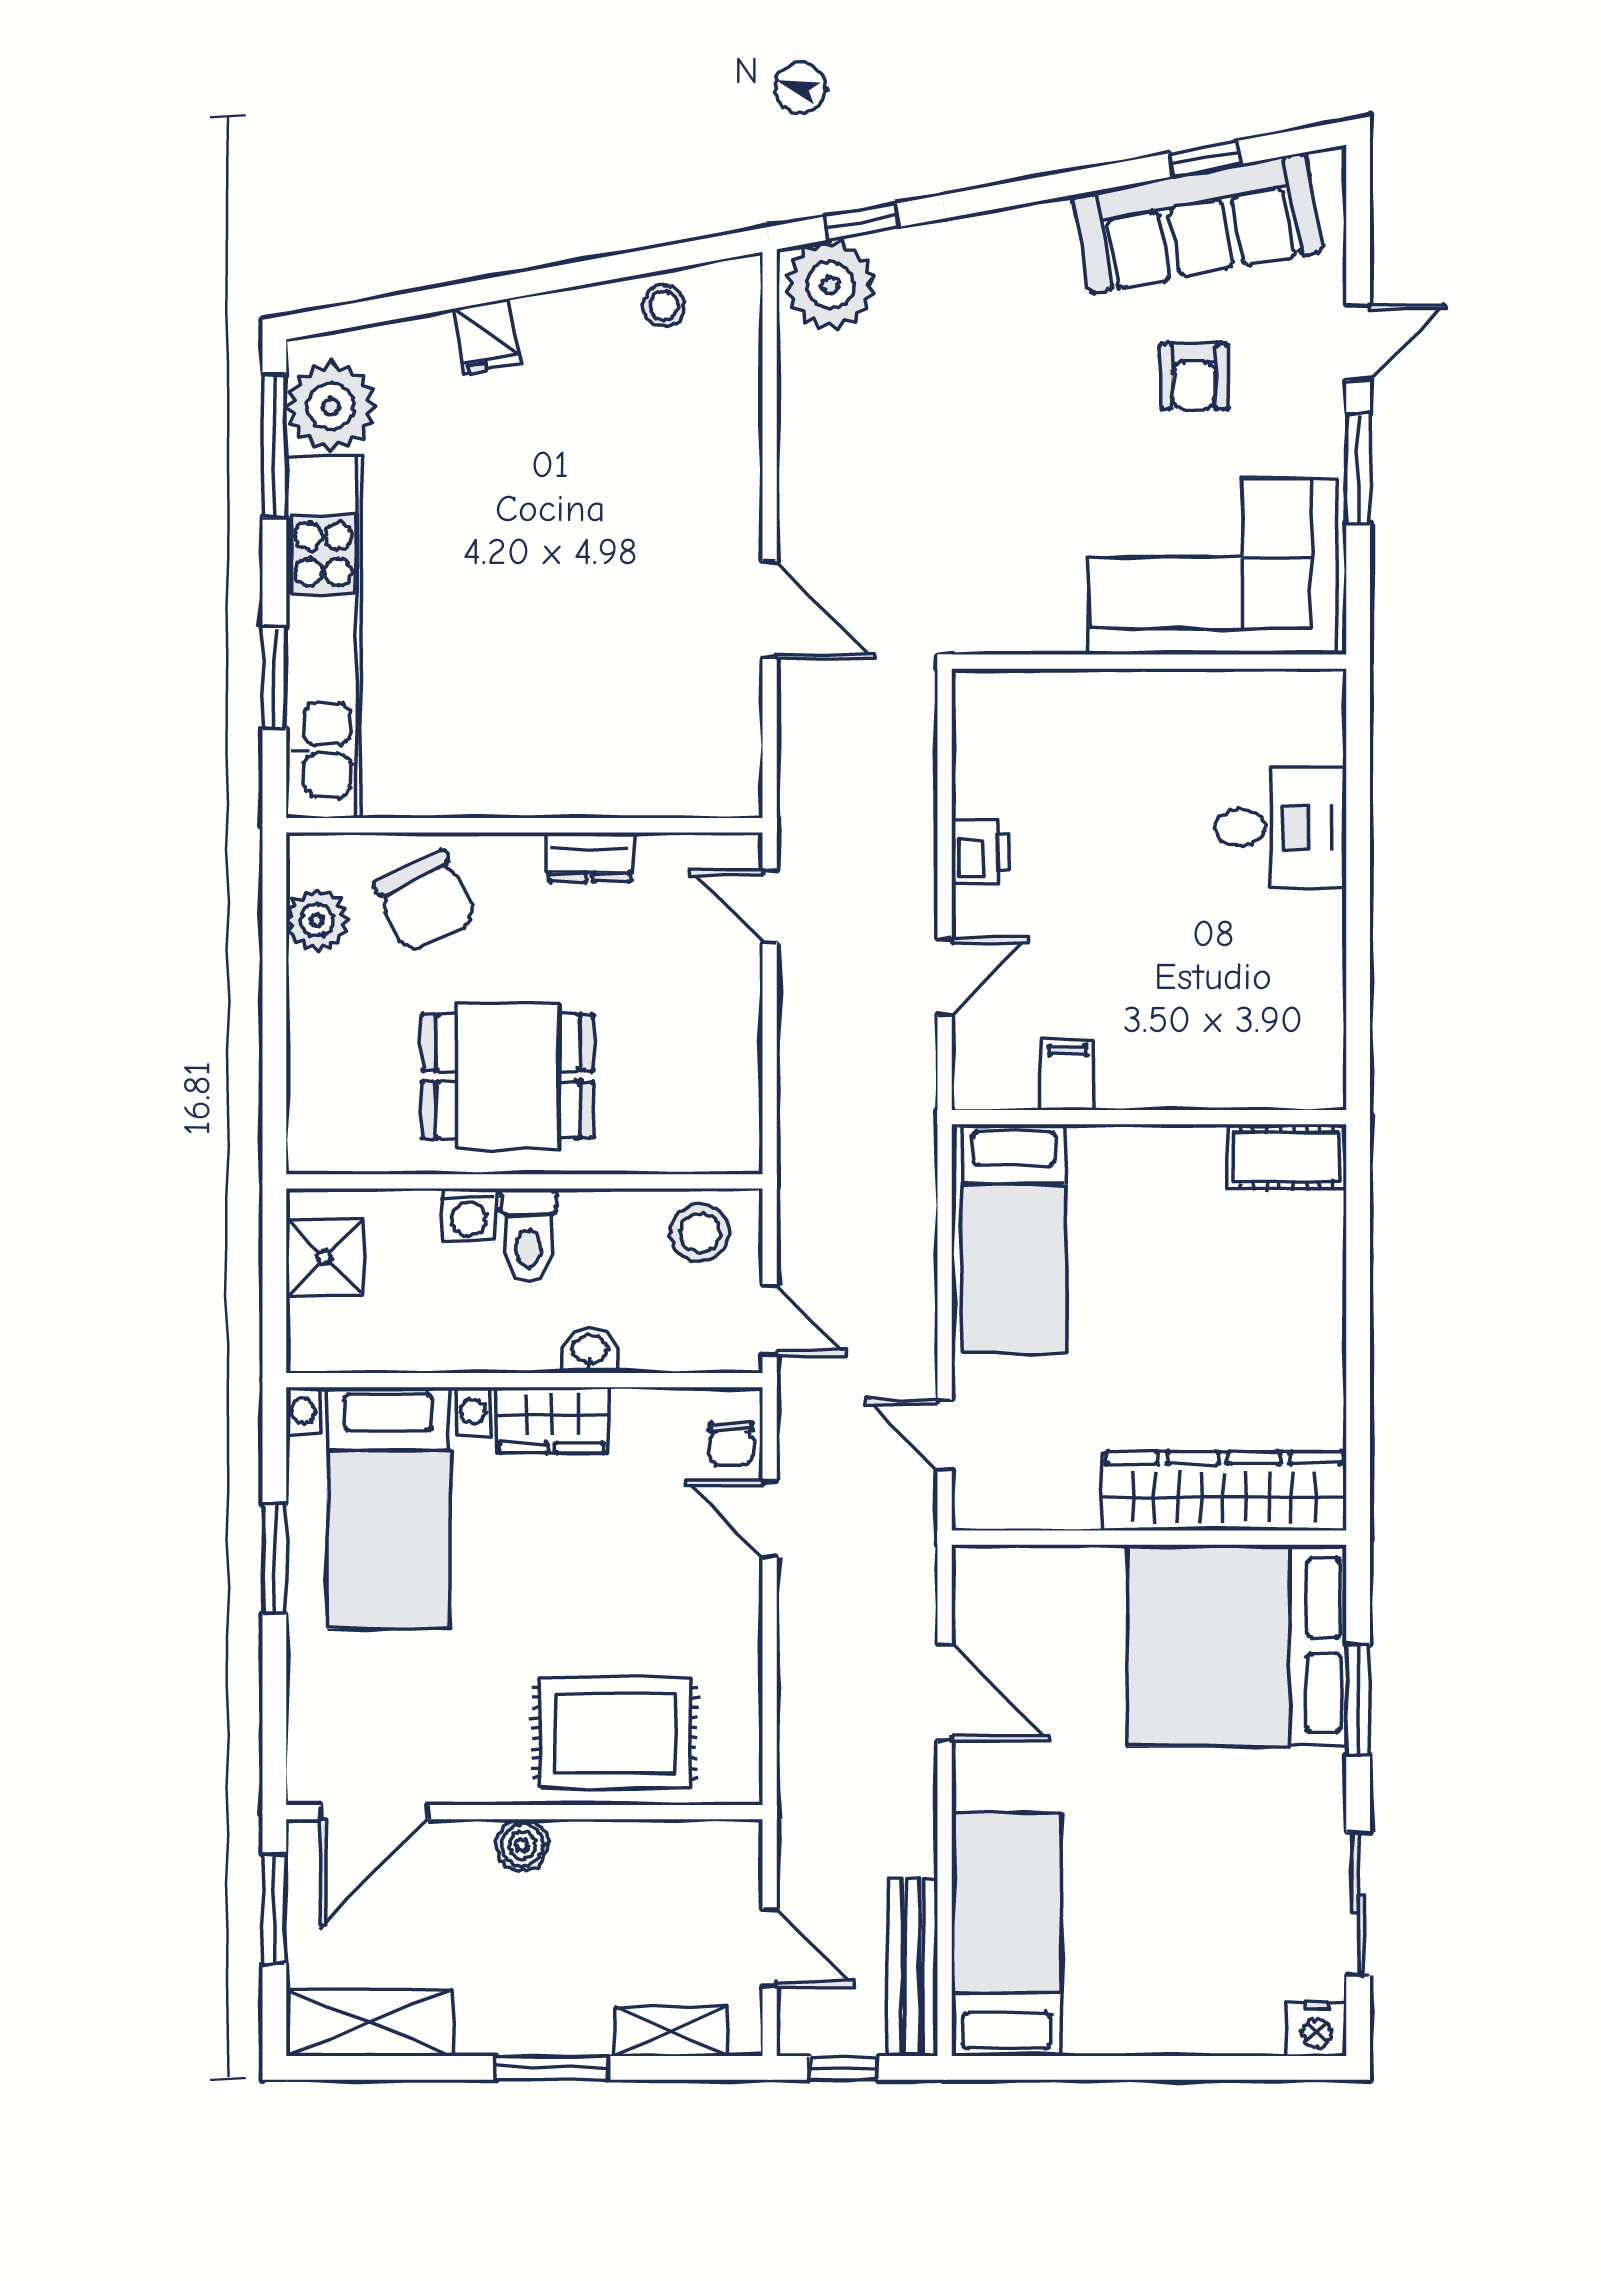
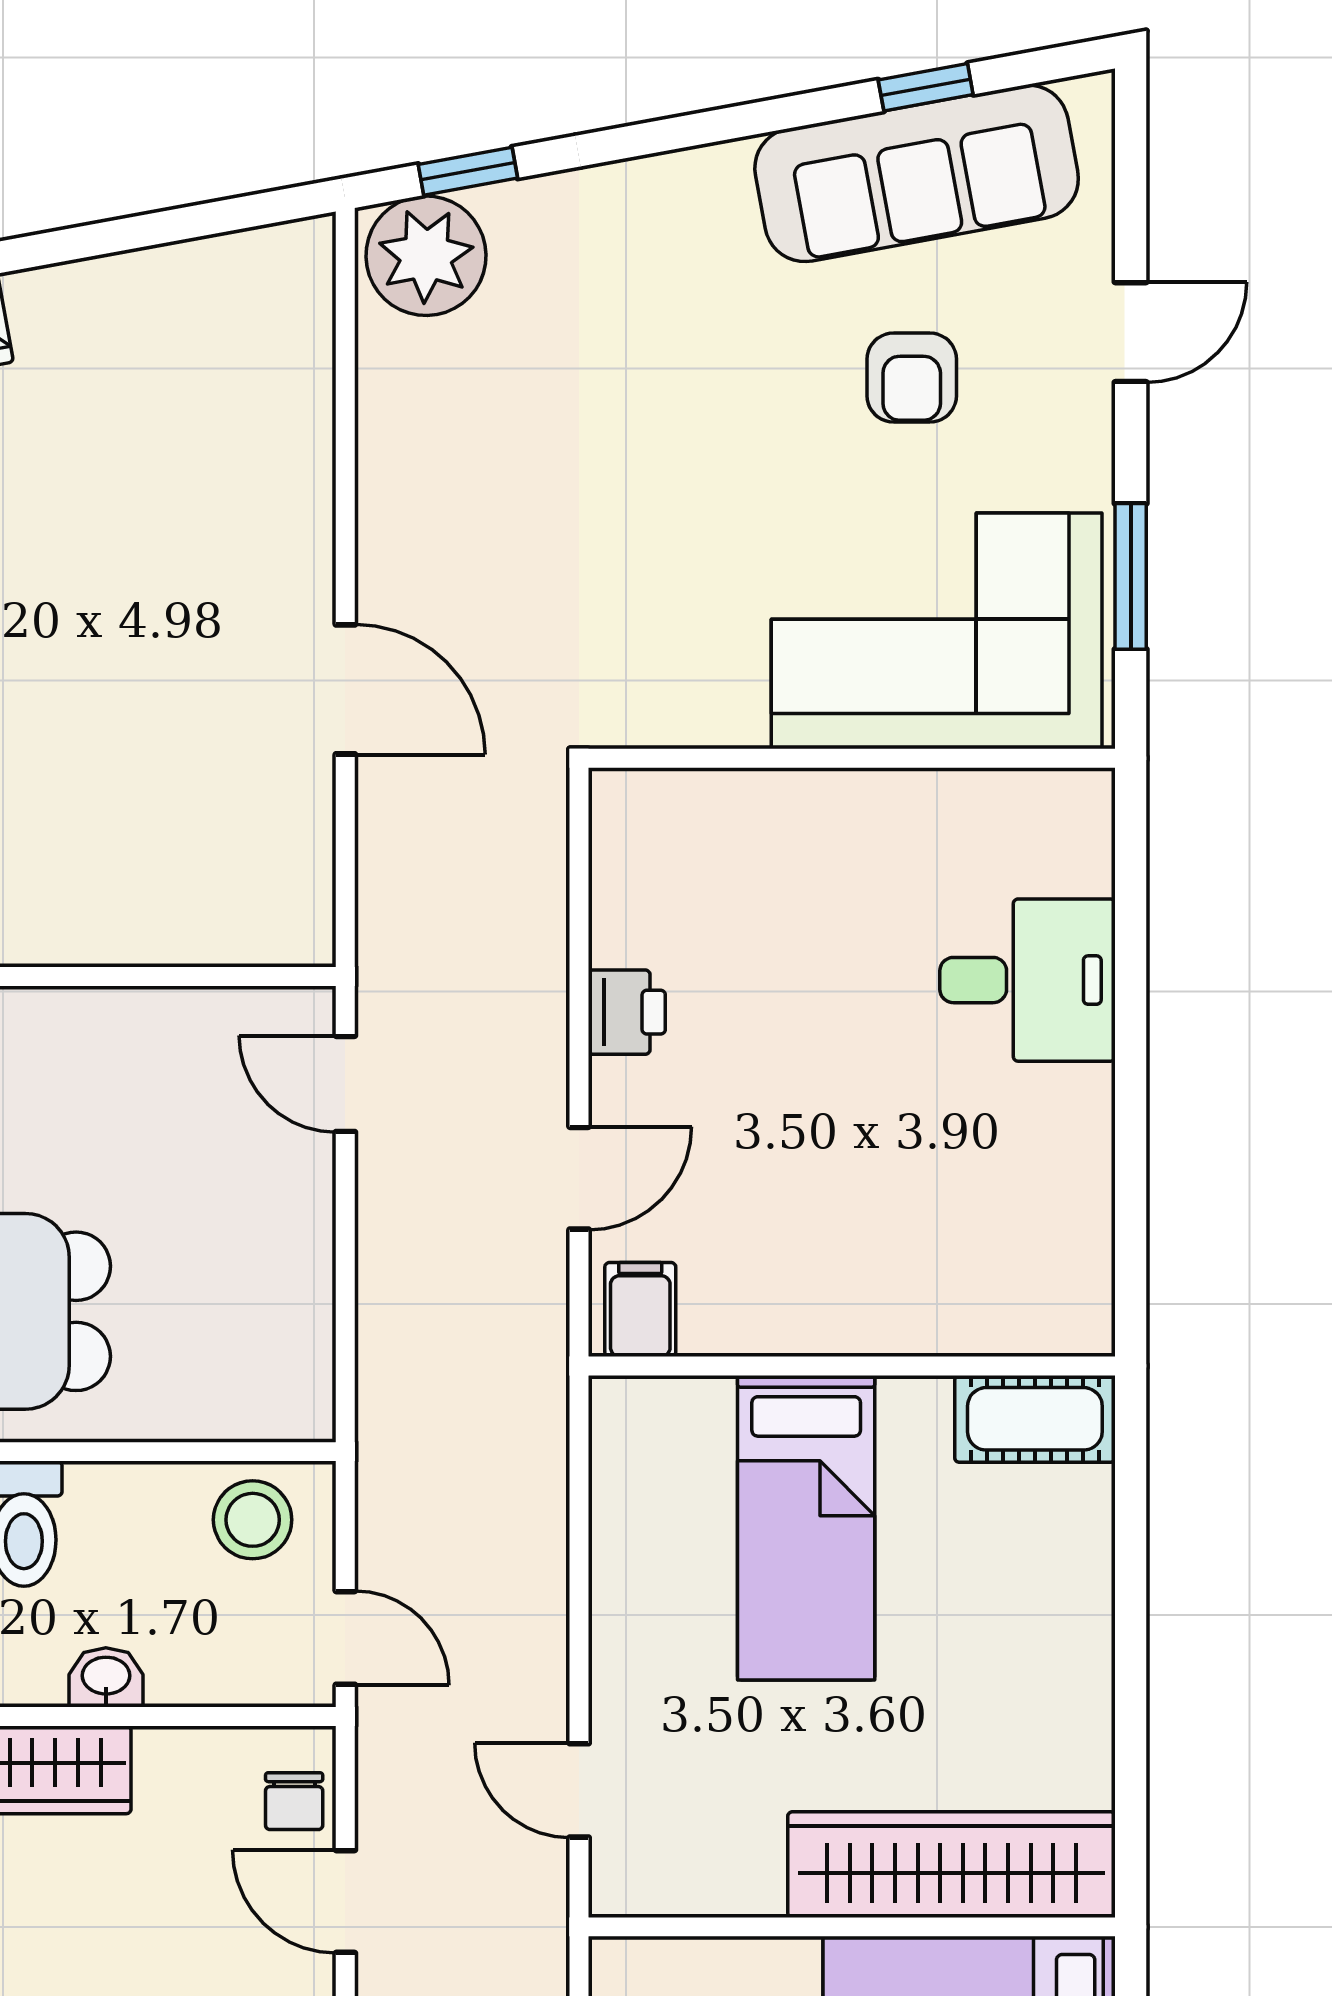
stool: (664, 306) -> (204, 283), removed
window: (1358, 469) -> (1131, 576), moved
dresser: (590, 857) -> (105, 1019), removed
filing cabinet: (1068, 1075) -> (640, 1309), moved
bed: (1014, 1239) -> (806, 1528), moved

